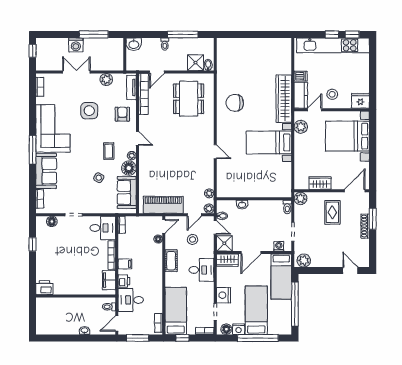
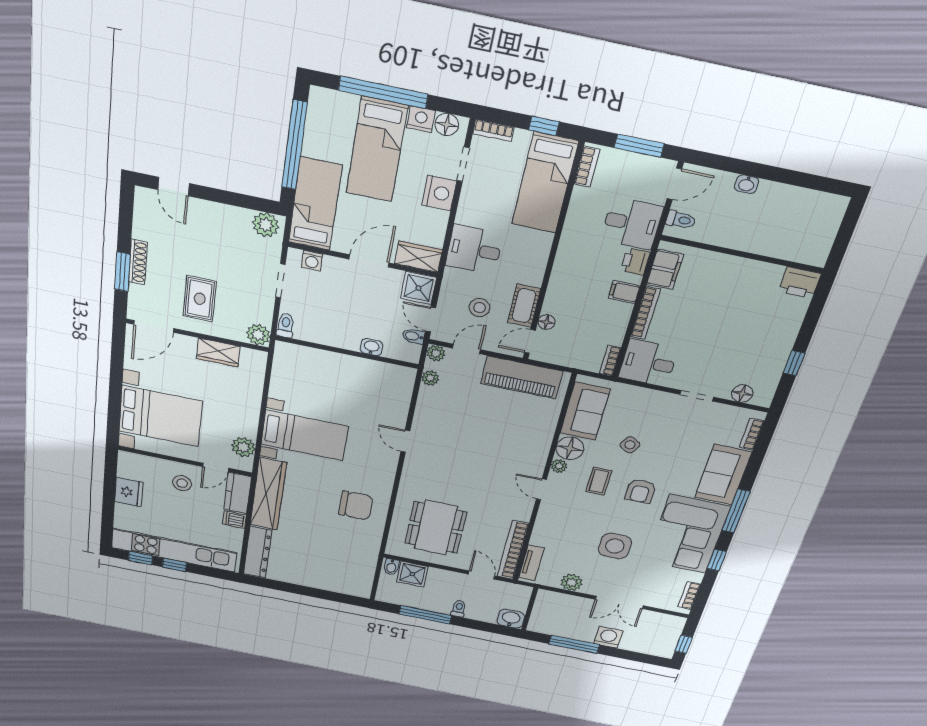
dresser: (285, 56) -> (258, 552), added
door: (157, 72) -> (482, 575), hinge flipped
fridge: (360, 101) -> (129, 492), moved, turned -90
armchair: (122, 114) -> (640, 491), moved
window: (33, 115) -> (717, 560), added
cot: (171, 261) -> (524, 306), moved

